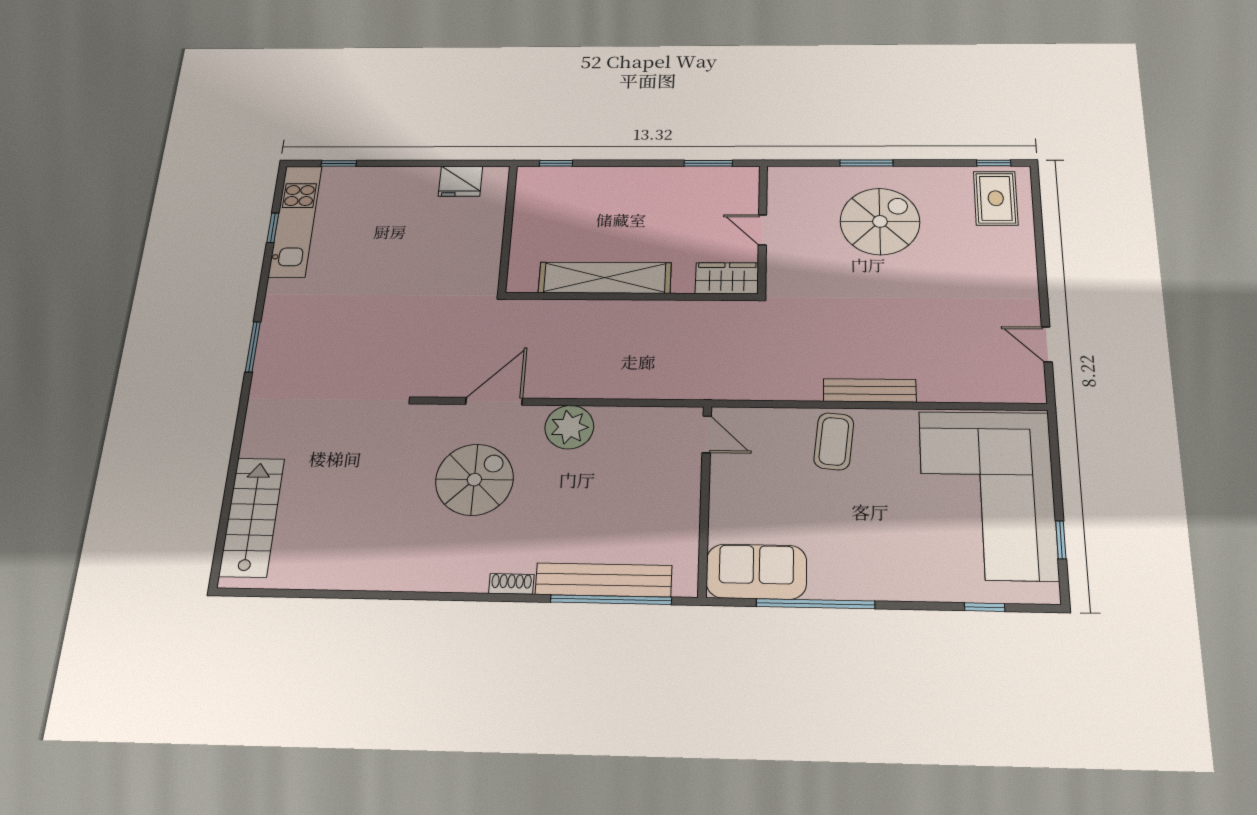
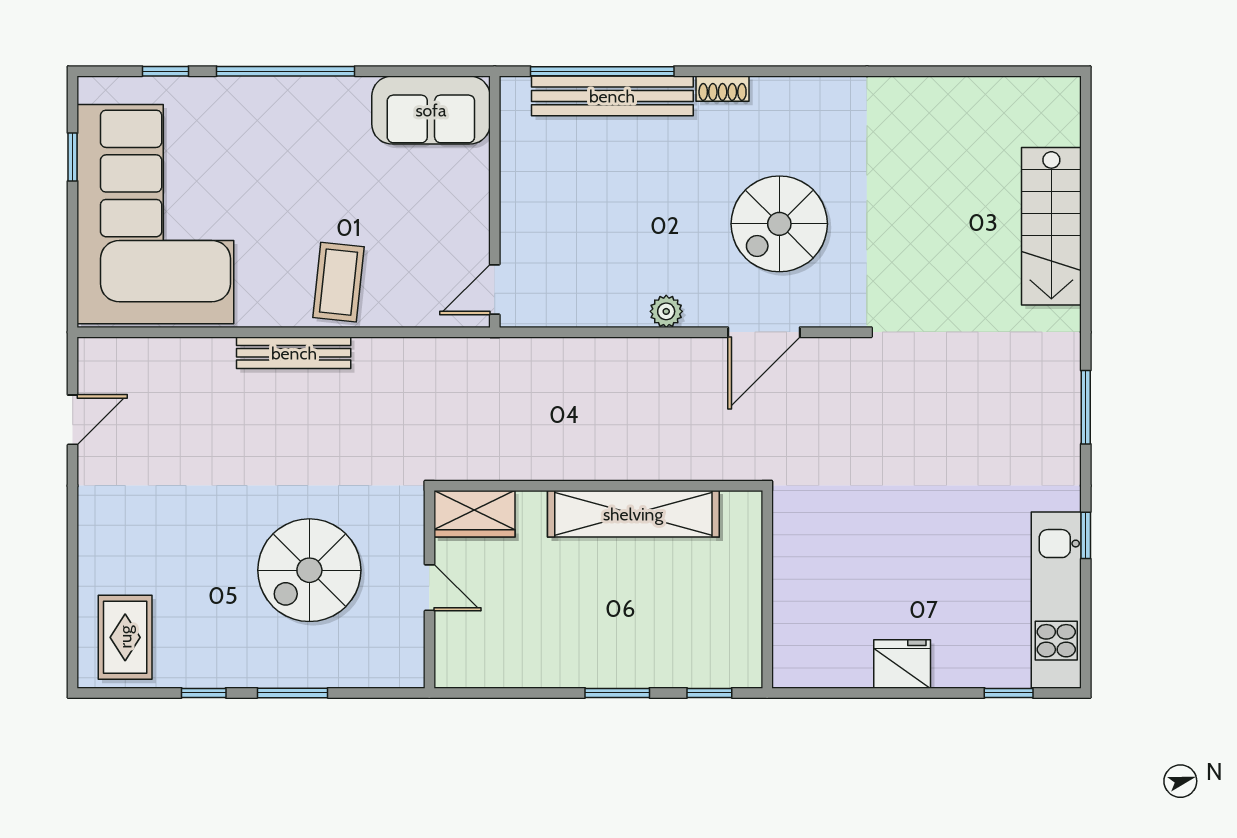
window: (708, 163) -> (617, 693), moved
window: (994, 163) -> (204, 693), moved
fridge: (460, 181) -> (902, 664), moved
spiral stairs: (880, 221) -> (309, 570), moved
window: (273, 228) -> (1086, 535), moved
door: (1047, 344) -> (73, 420), hinge flipped
plant: (569, 427) -> (666, 311), width x0.53, depth x0.53
door: (707, 434) -> (495, 290), hinge flipped
stairs: (252, 517) -> (1051, 226), moved
window: (815, 604) -> (286, 71), moved

